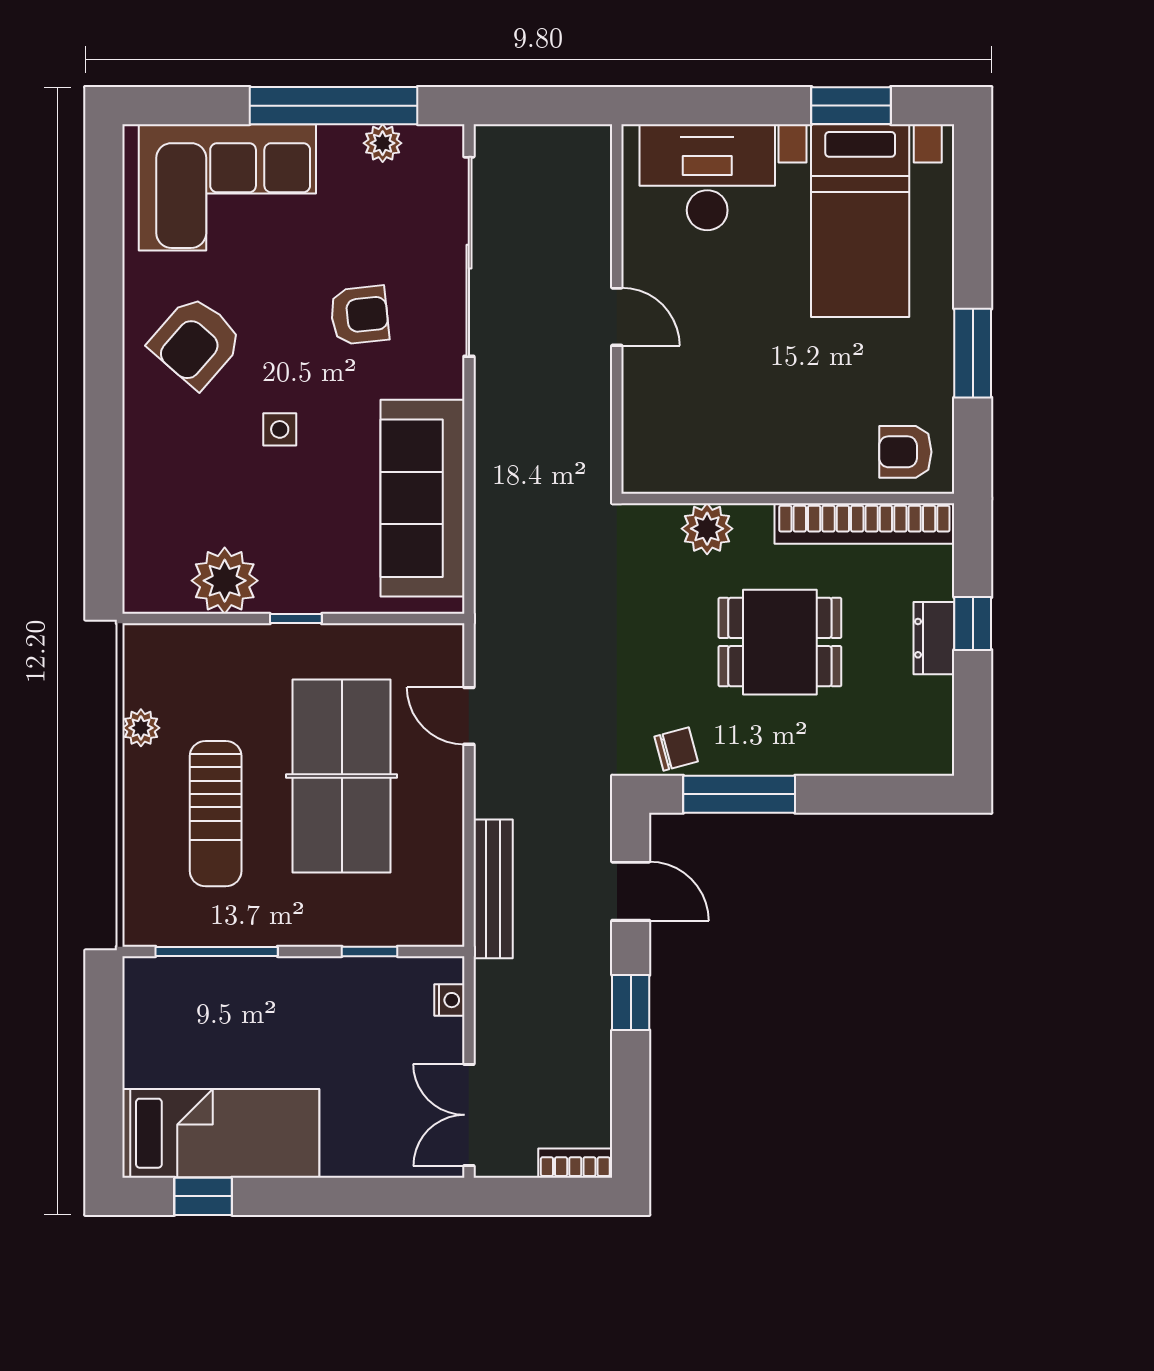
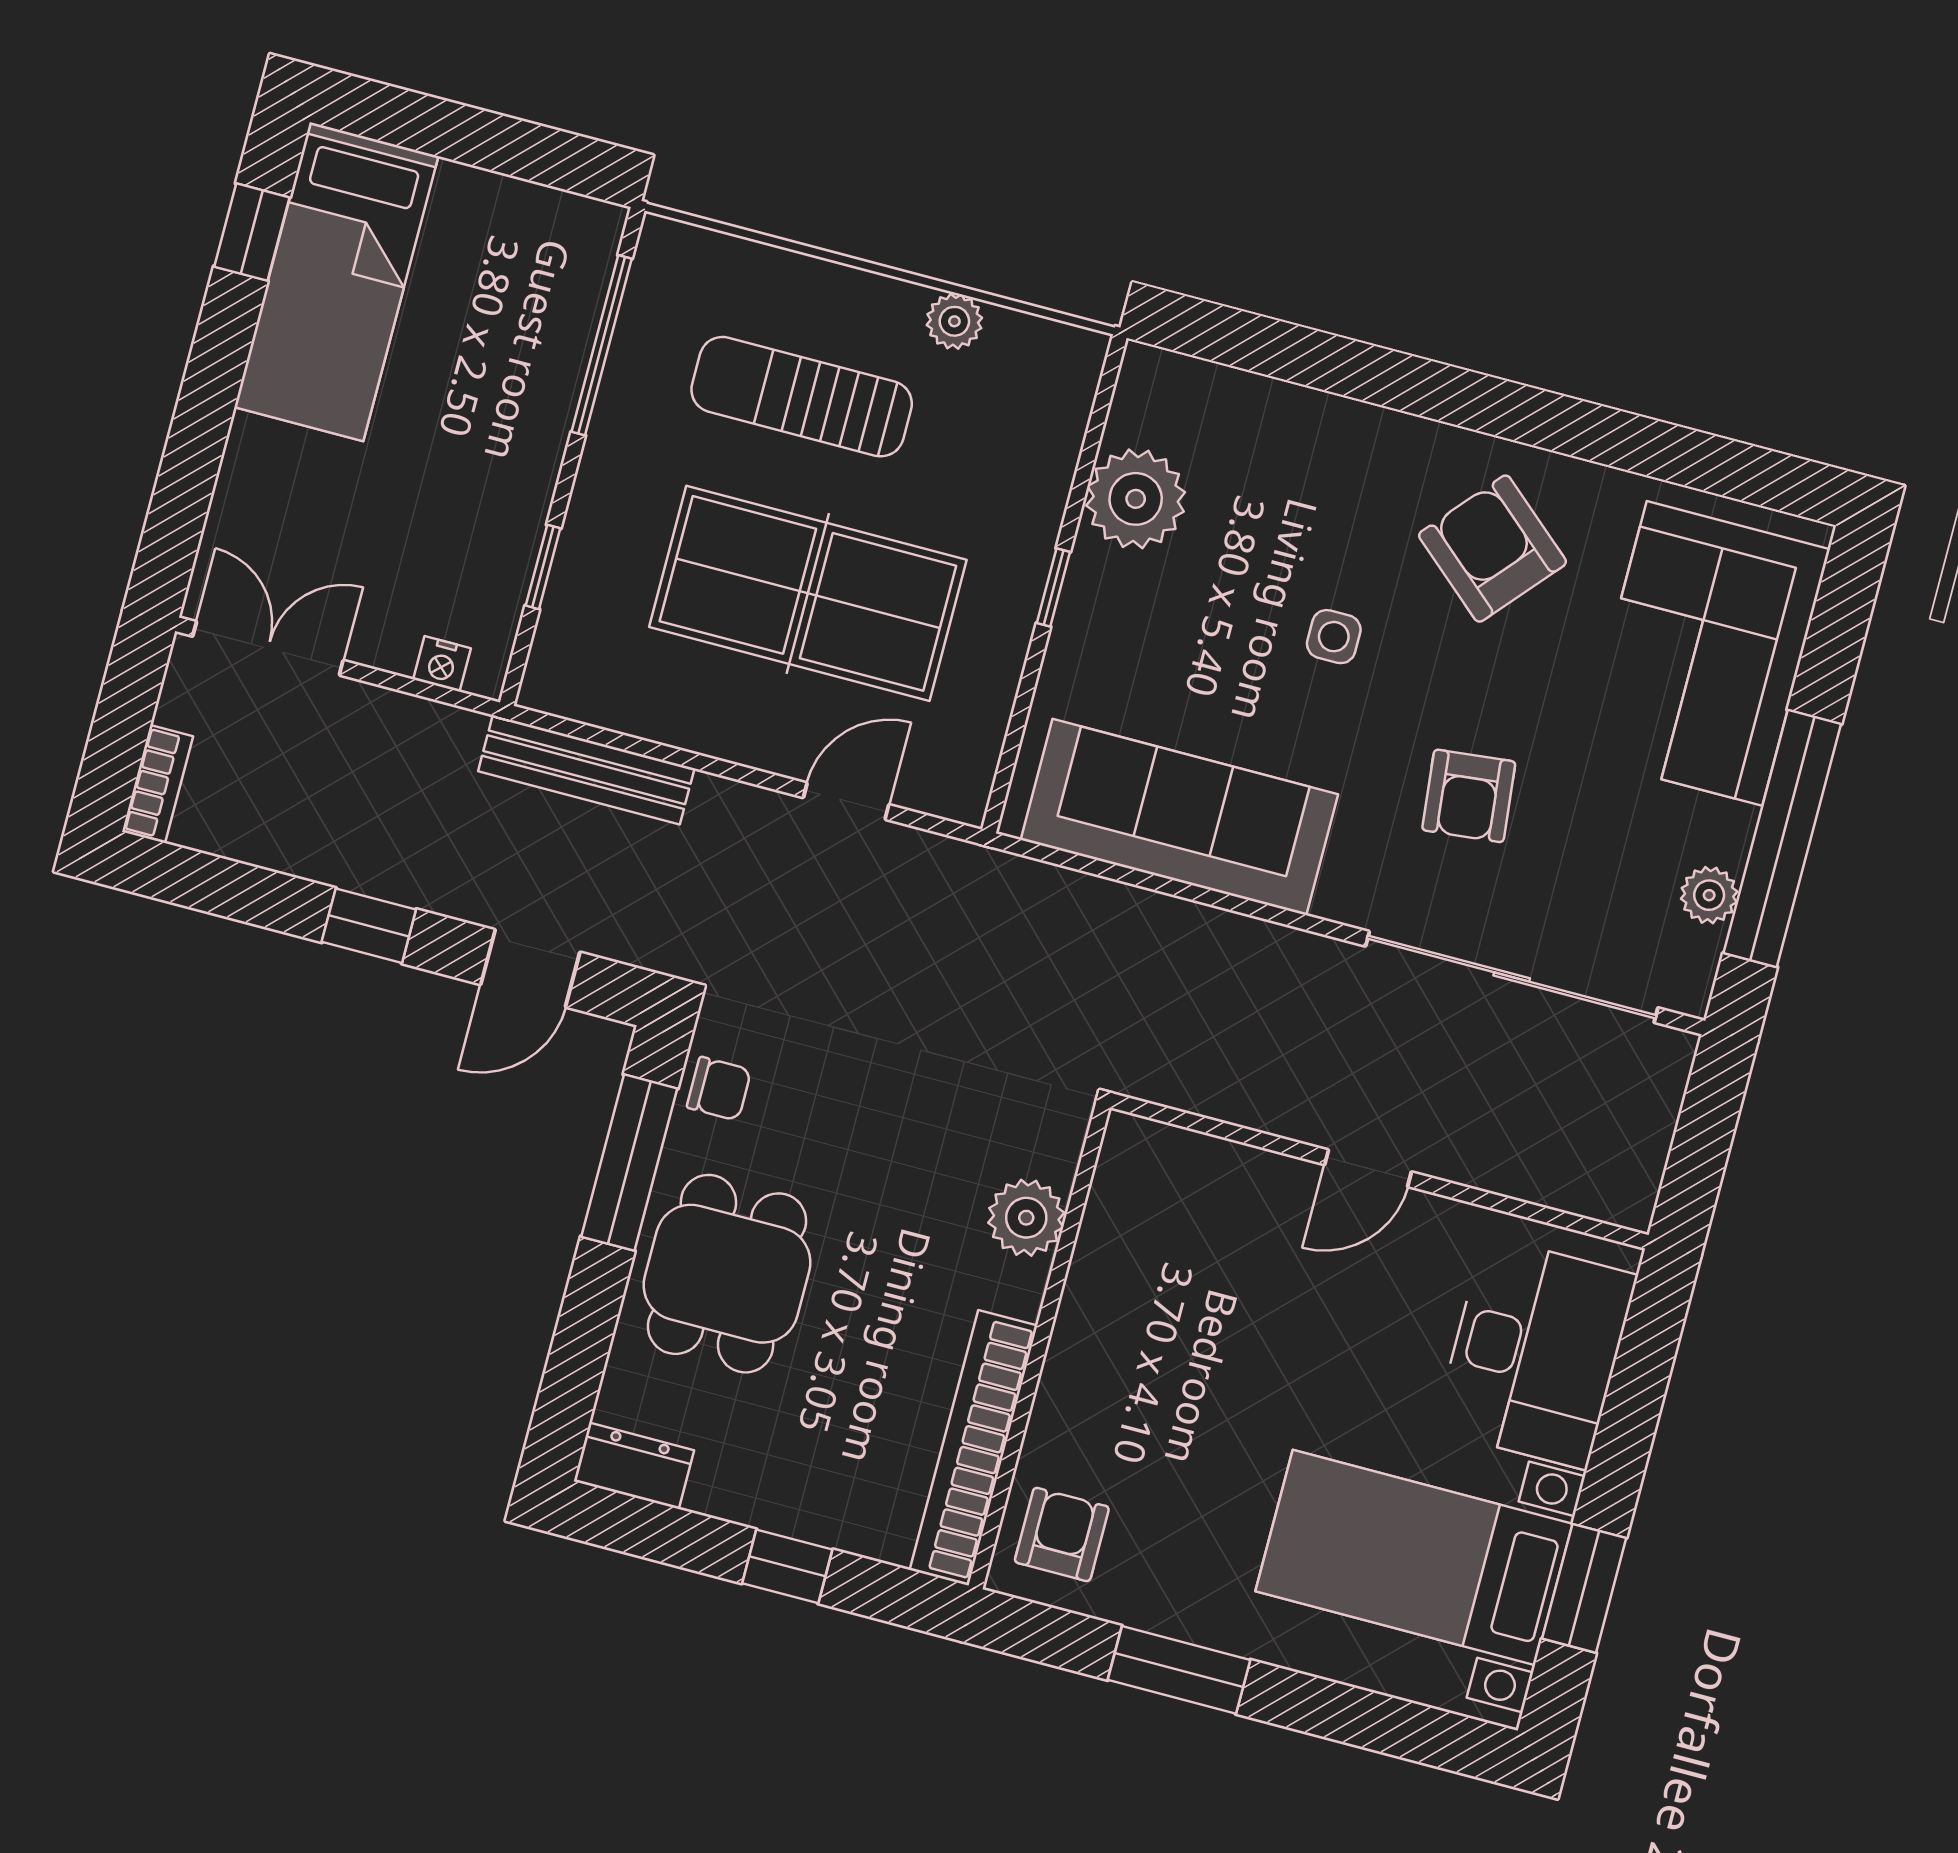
dresser: (934, 638) -> (634, 1466), moved
dining table: (780, 642) -> (727, 1274), moved
chair: (676, 749) -> (719, 1089), turned -75

